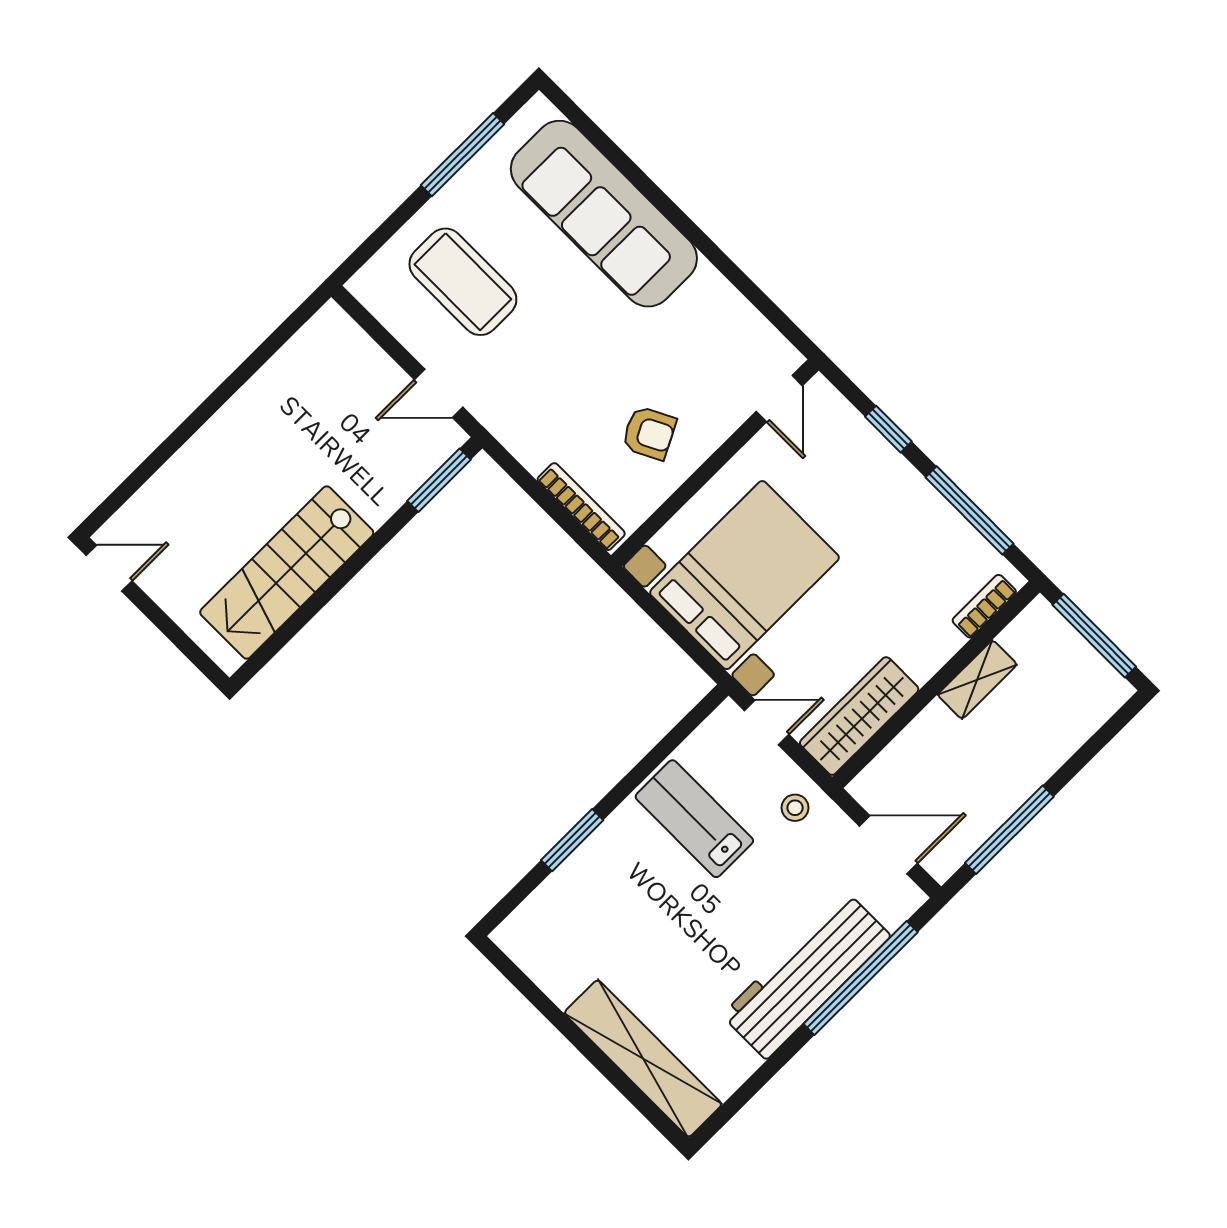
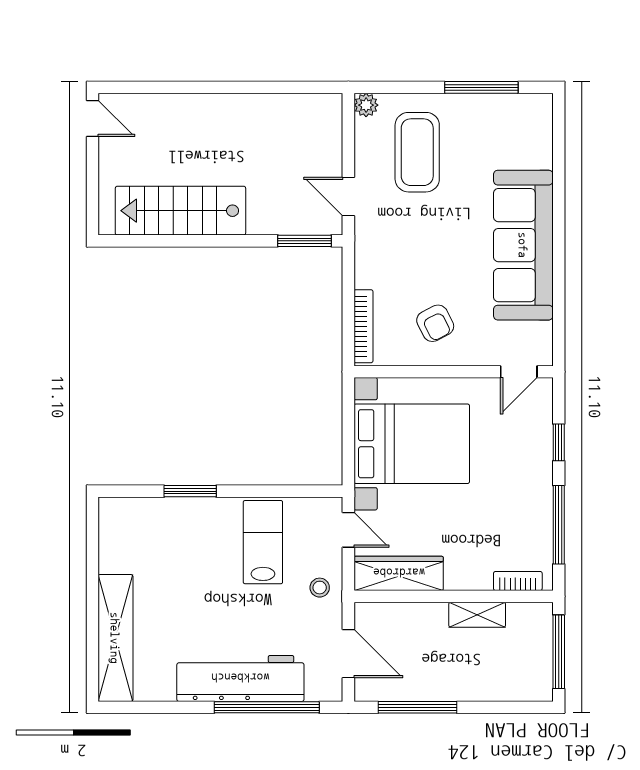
sofa: (604, 214) -> (523, 245), moved
plant: (366, 286) -> (366, 105), added

